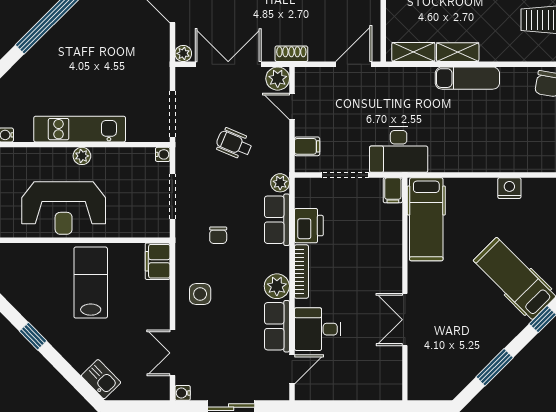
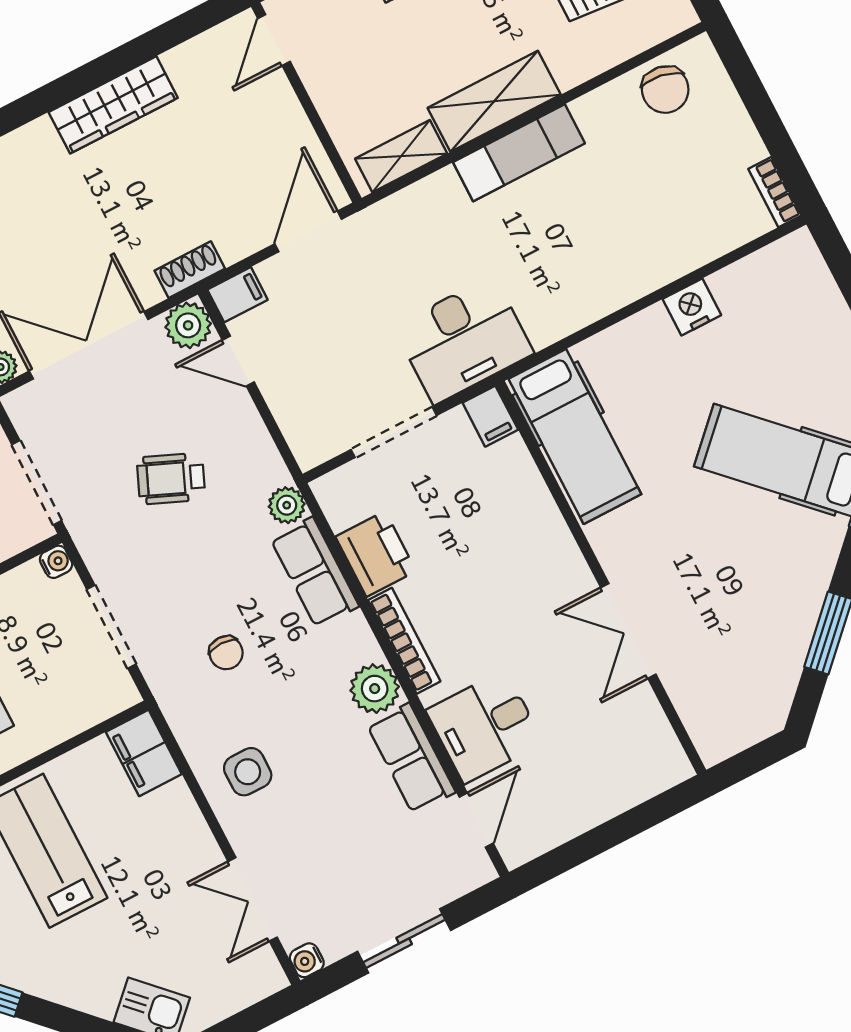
shelving: (458, 52) -> (494, 101), width x1.50, depth x1.33
filing cabinet: (307, 146) -> (237, 295), moved

